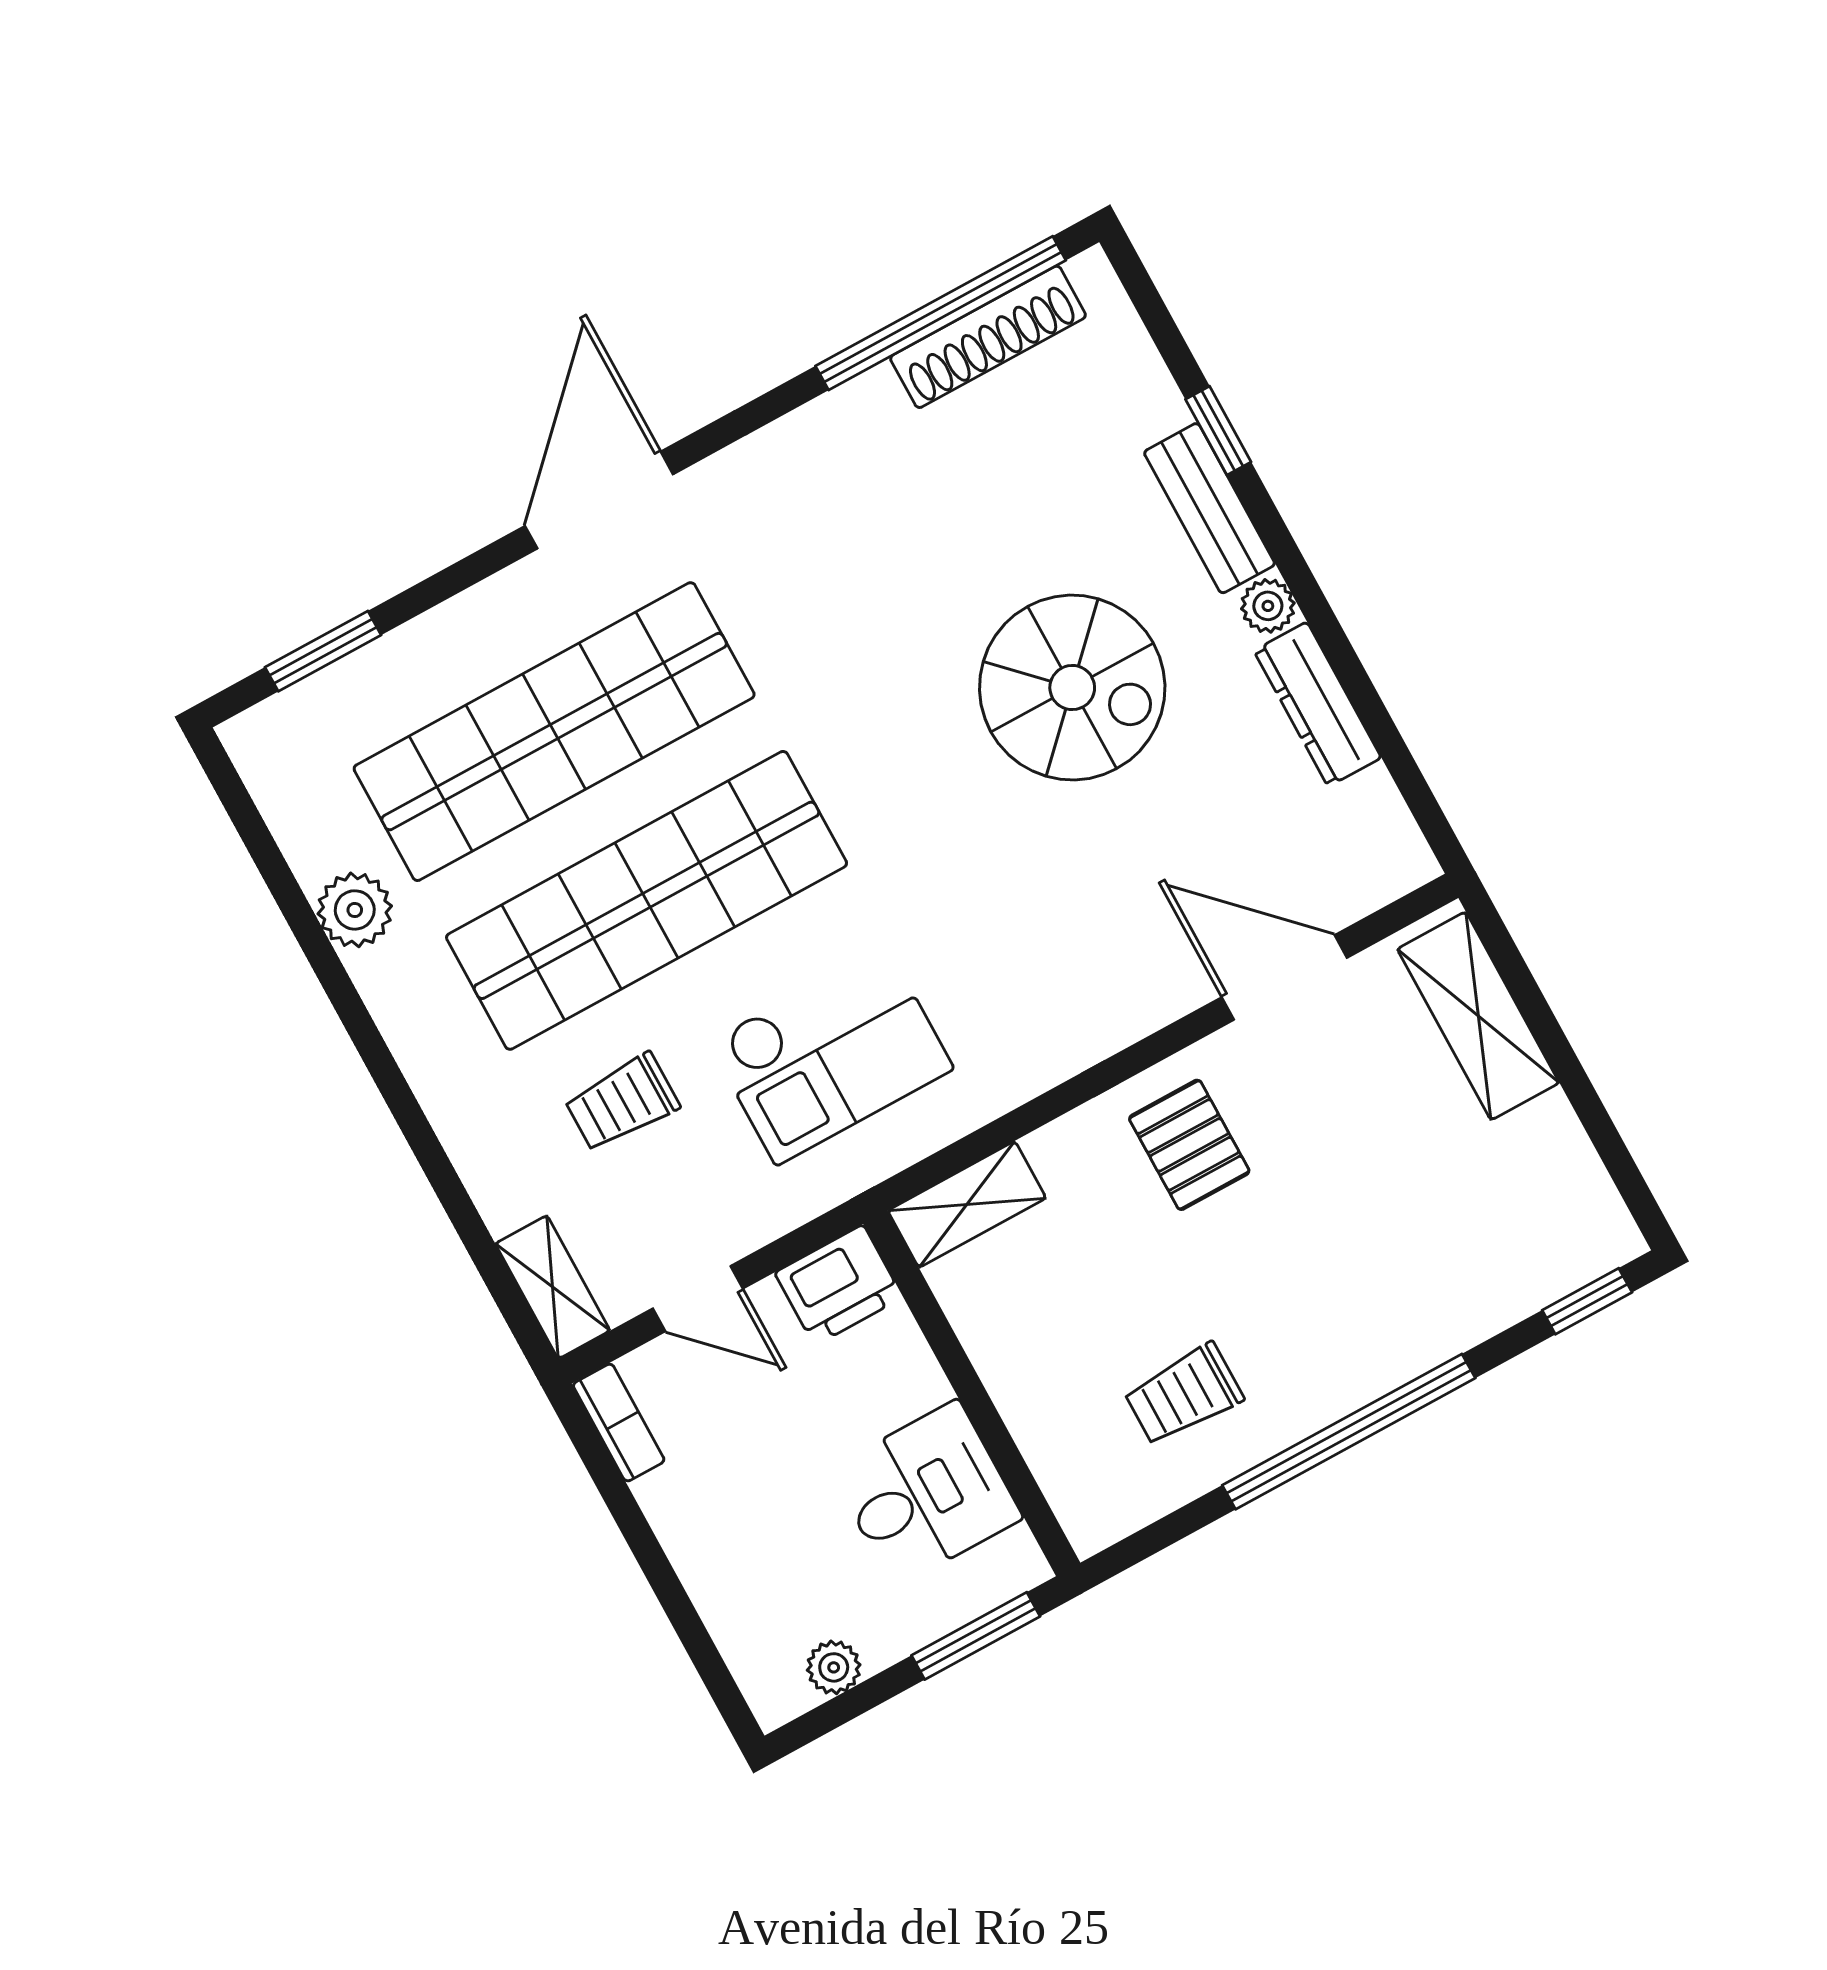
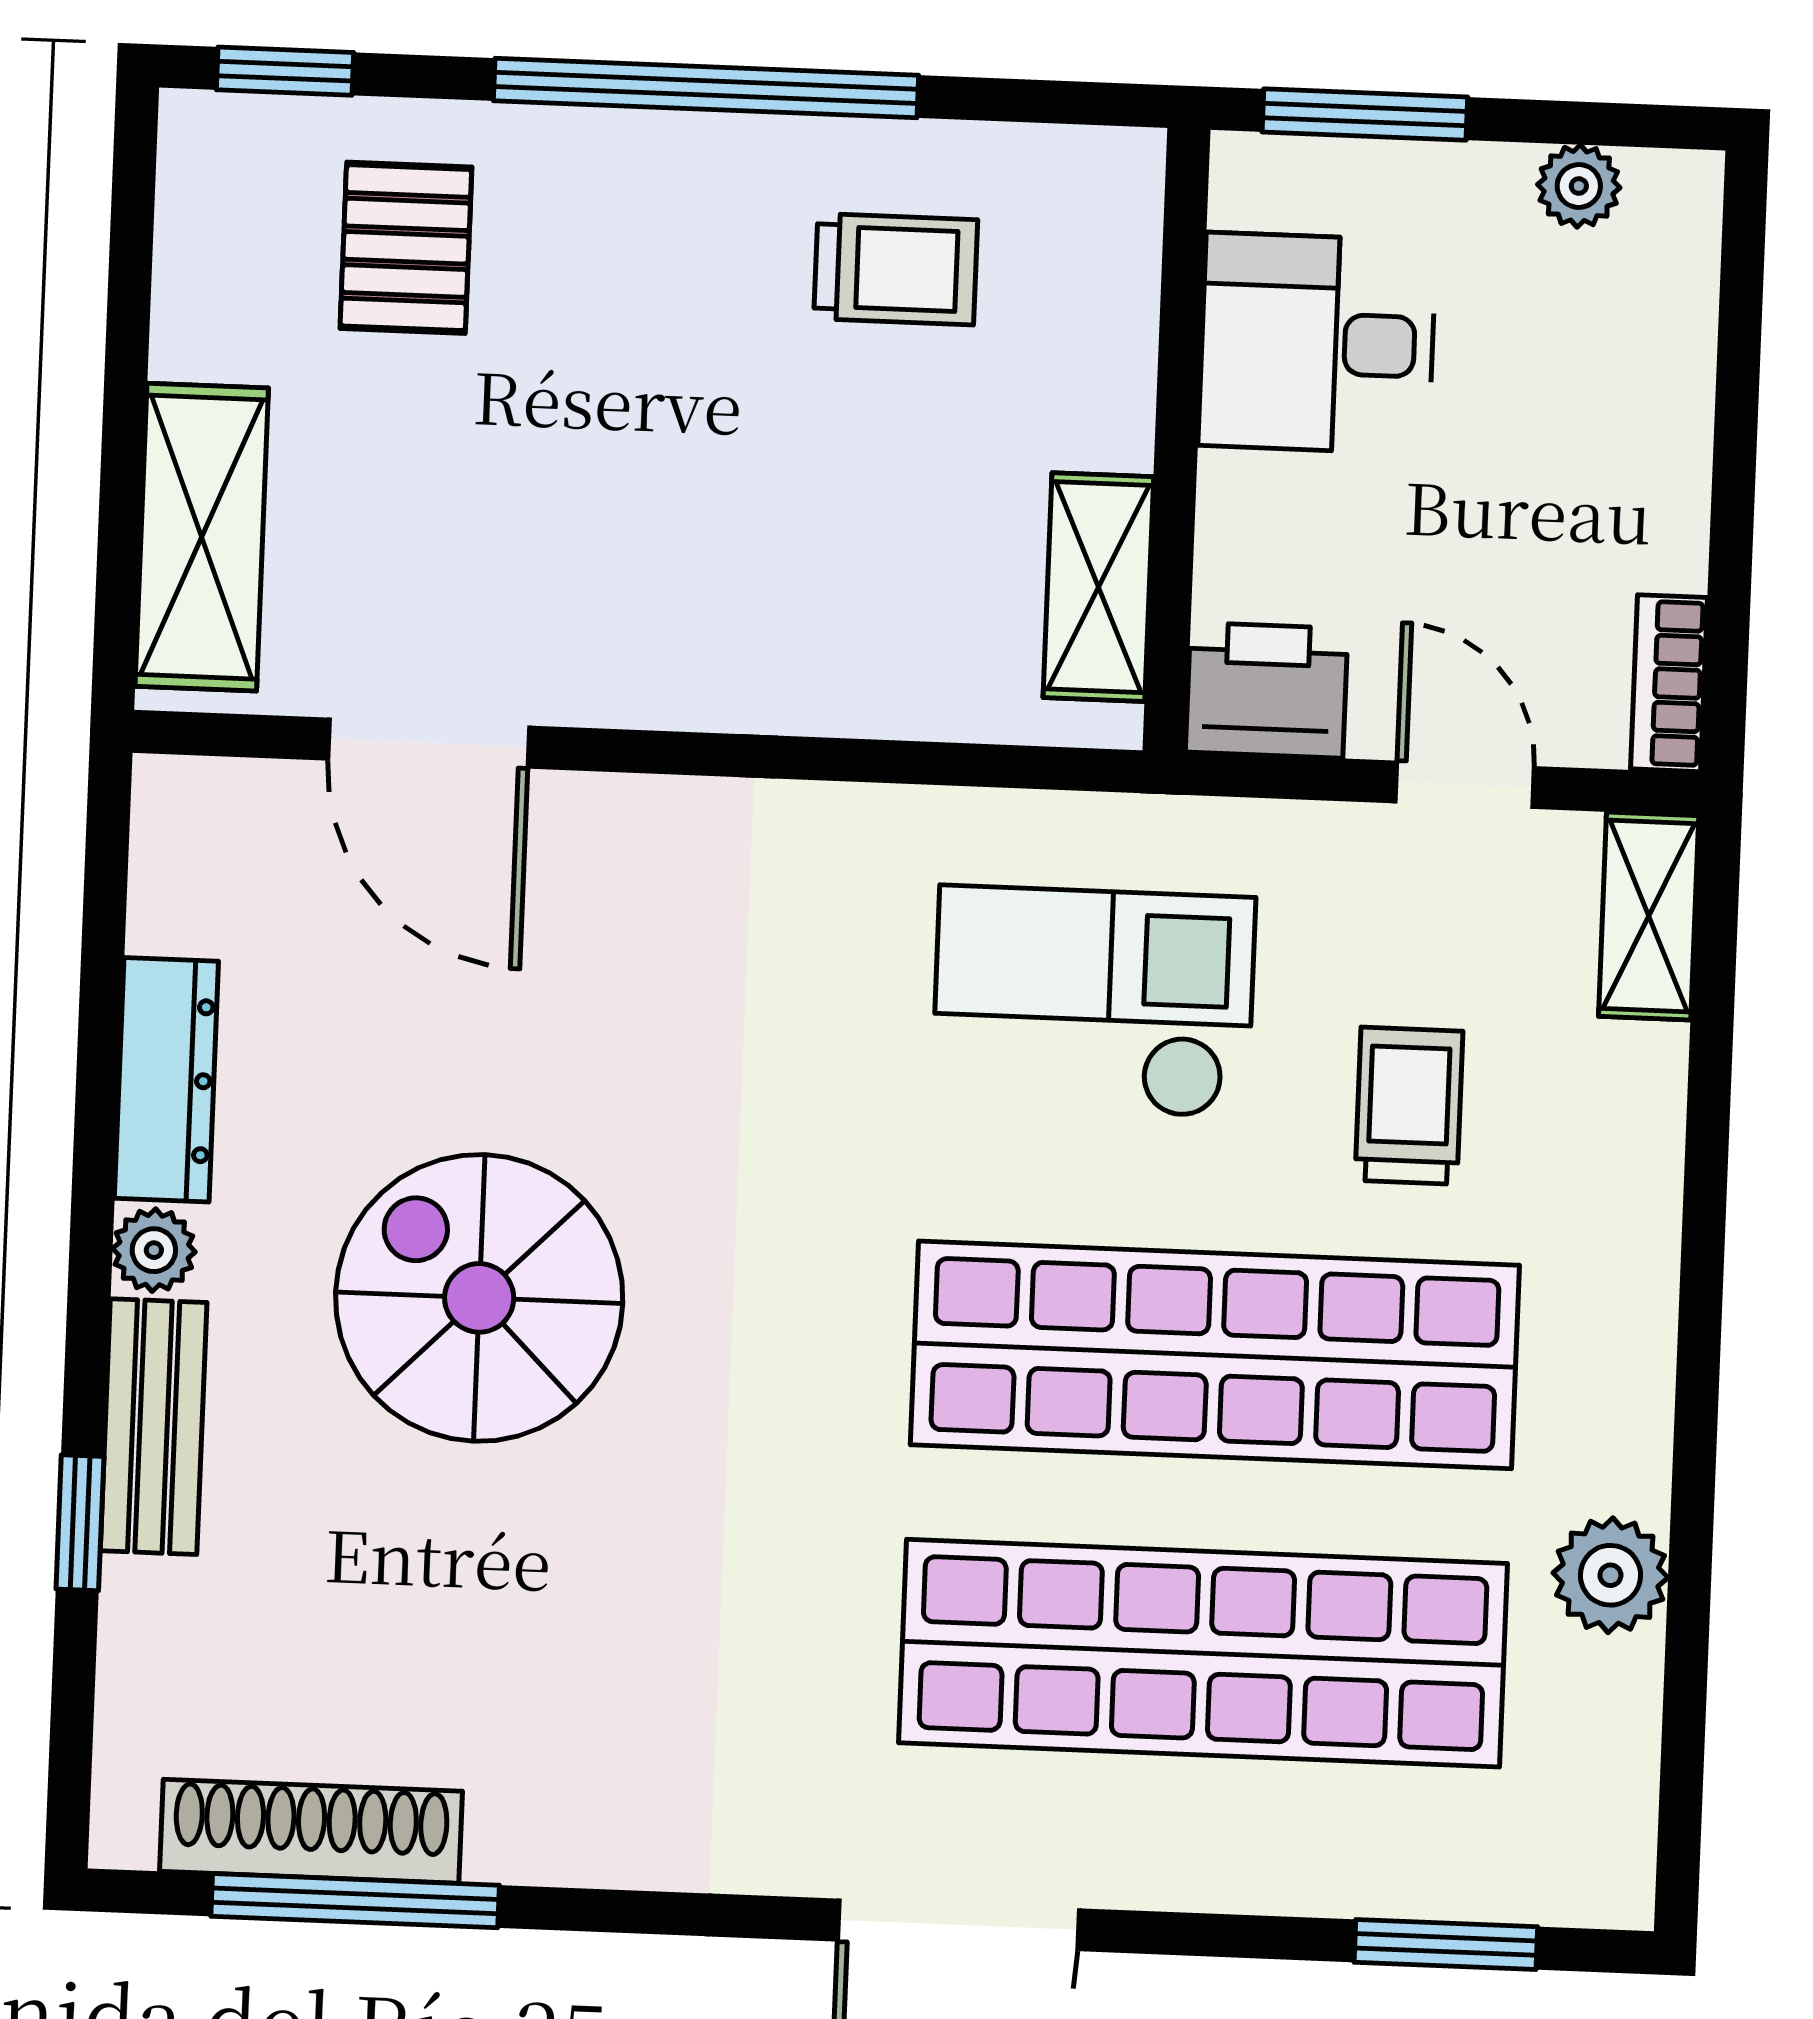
window: (941, 313) -> (355, 1901), width x0.68
trolley: (622, 1103) -> (1409, 1106), turned -90
pallet: (1189, 1145) -> (406, 248), moved
shelving: (967, 1204) -> (1098, 587), moved, turned 90

